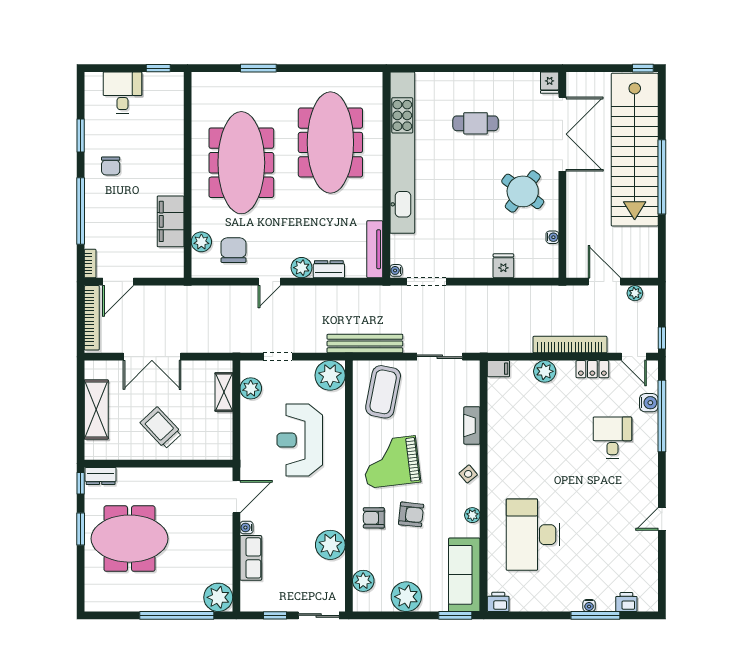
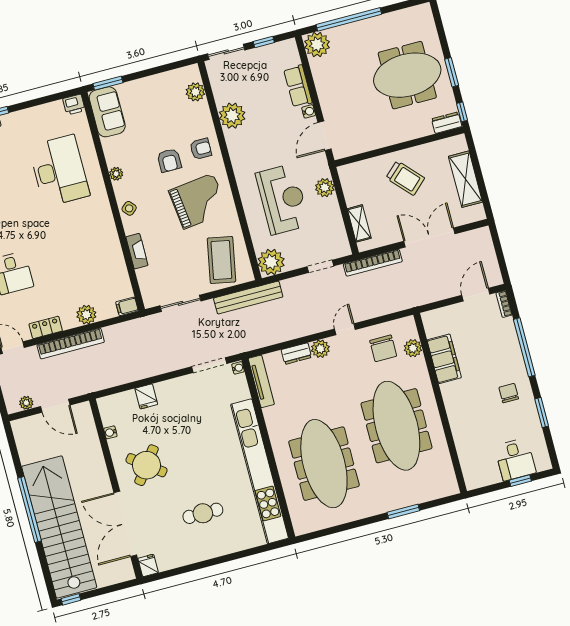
window: (158, 68) -> (520, 481), moved
bookcase: (92, 318) -> (373, 263), moved, turned -90
plant: (251, 388) -> (325, 188), moved
armchair: (411, 514) -> (169, 160), turned -96
sofa: (464, 575) -> (107, 112), width x0.73
plant: (406, 597) -> (155, 88), removed

